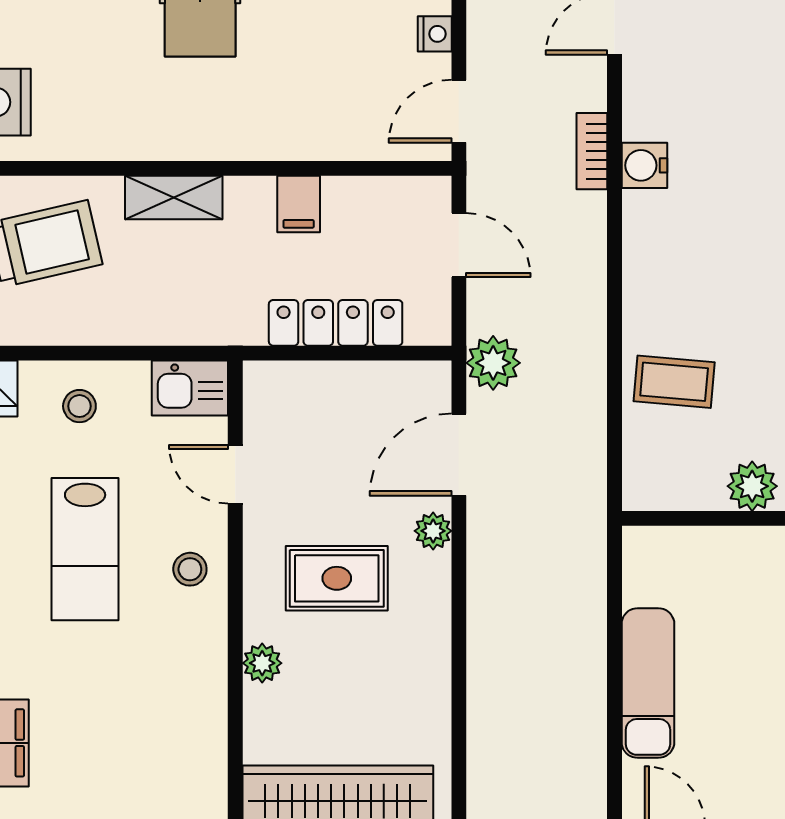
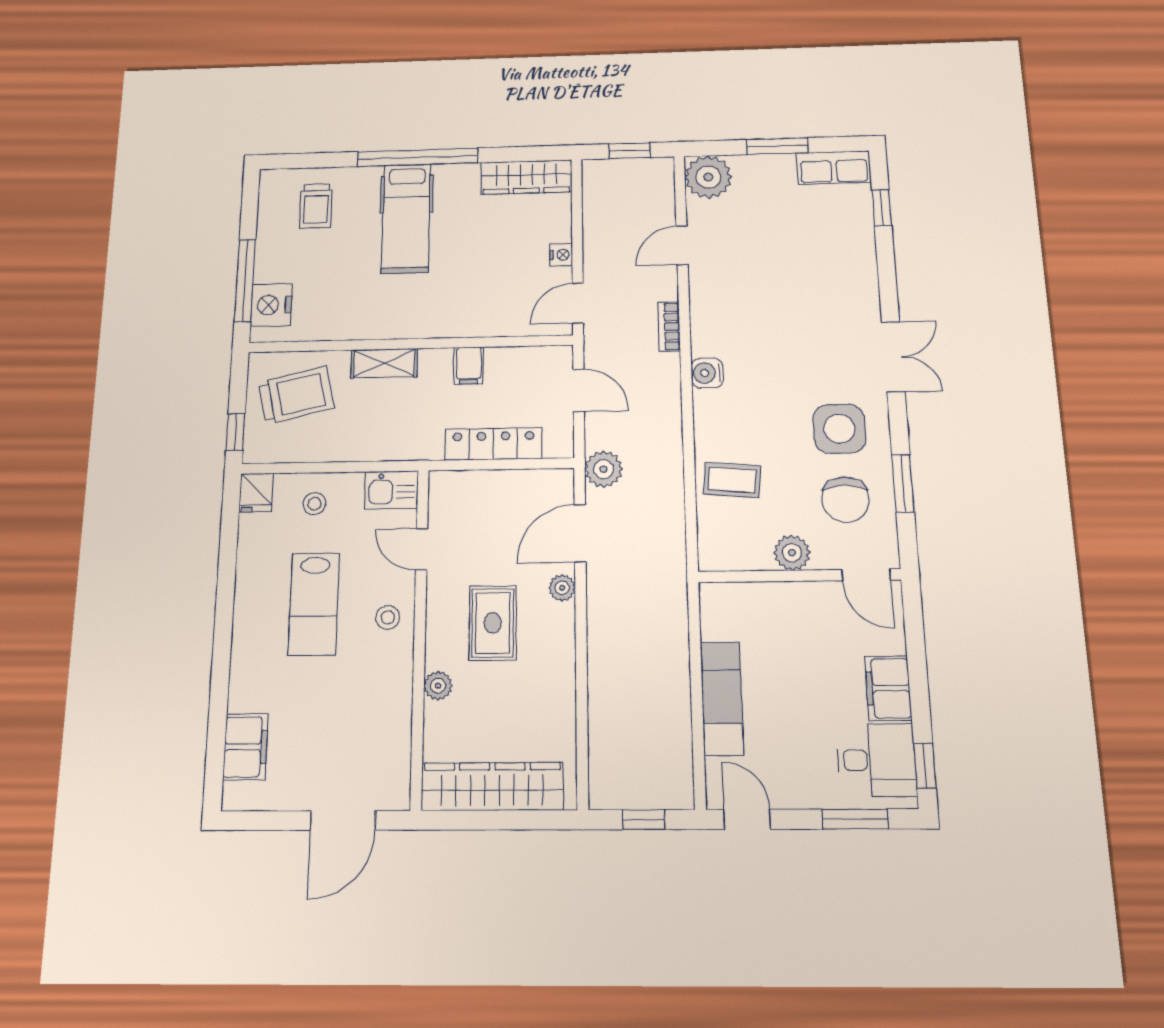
water cooler: (644, 165) -> (707, 373), moved
rug: (337, 578) -> (493, 623), turned 90

